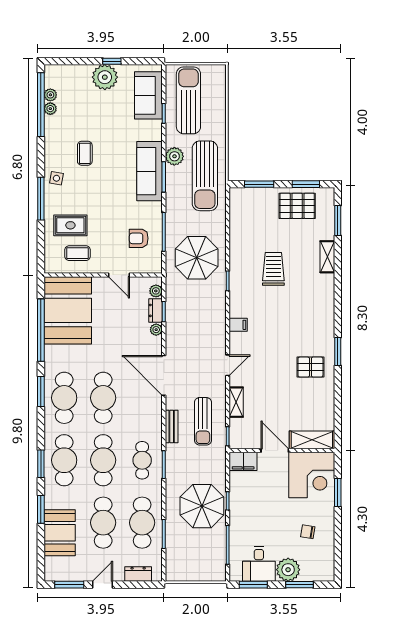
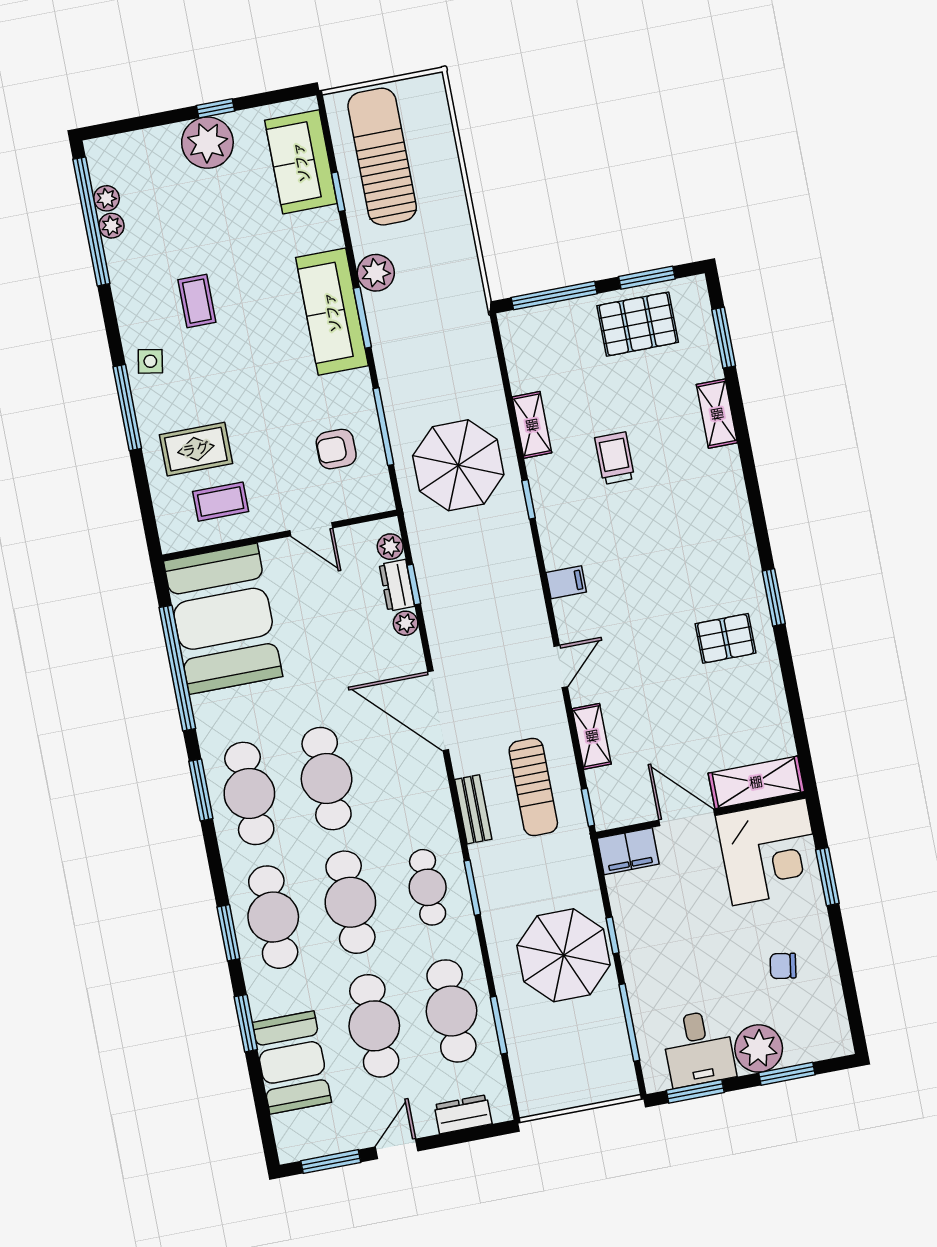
sun lounger: (205, 176) -> (443, 300), removed
window: (259, 184) -> (554, 296), width x1.44
shelving: (236, 245) -> (532, 425), added
trolley: (273, 269) -> (615, 458), width x0.73, depth x0.72

